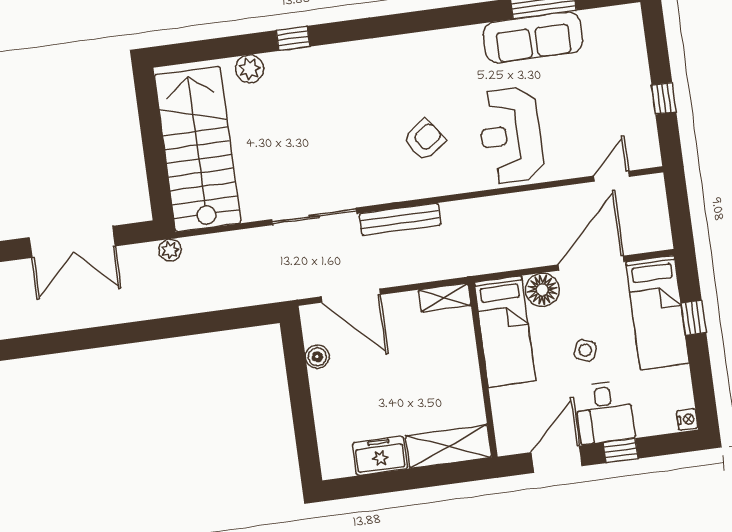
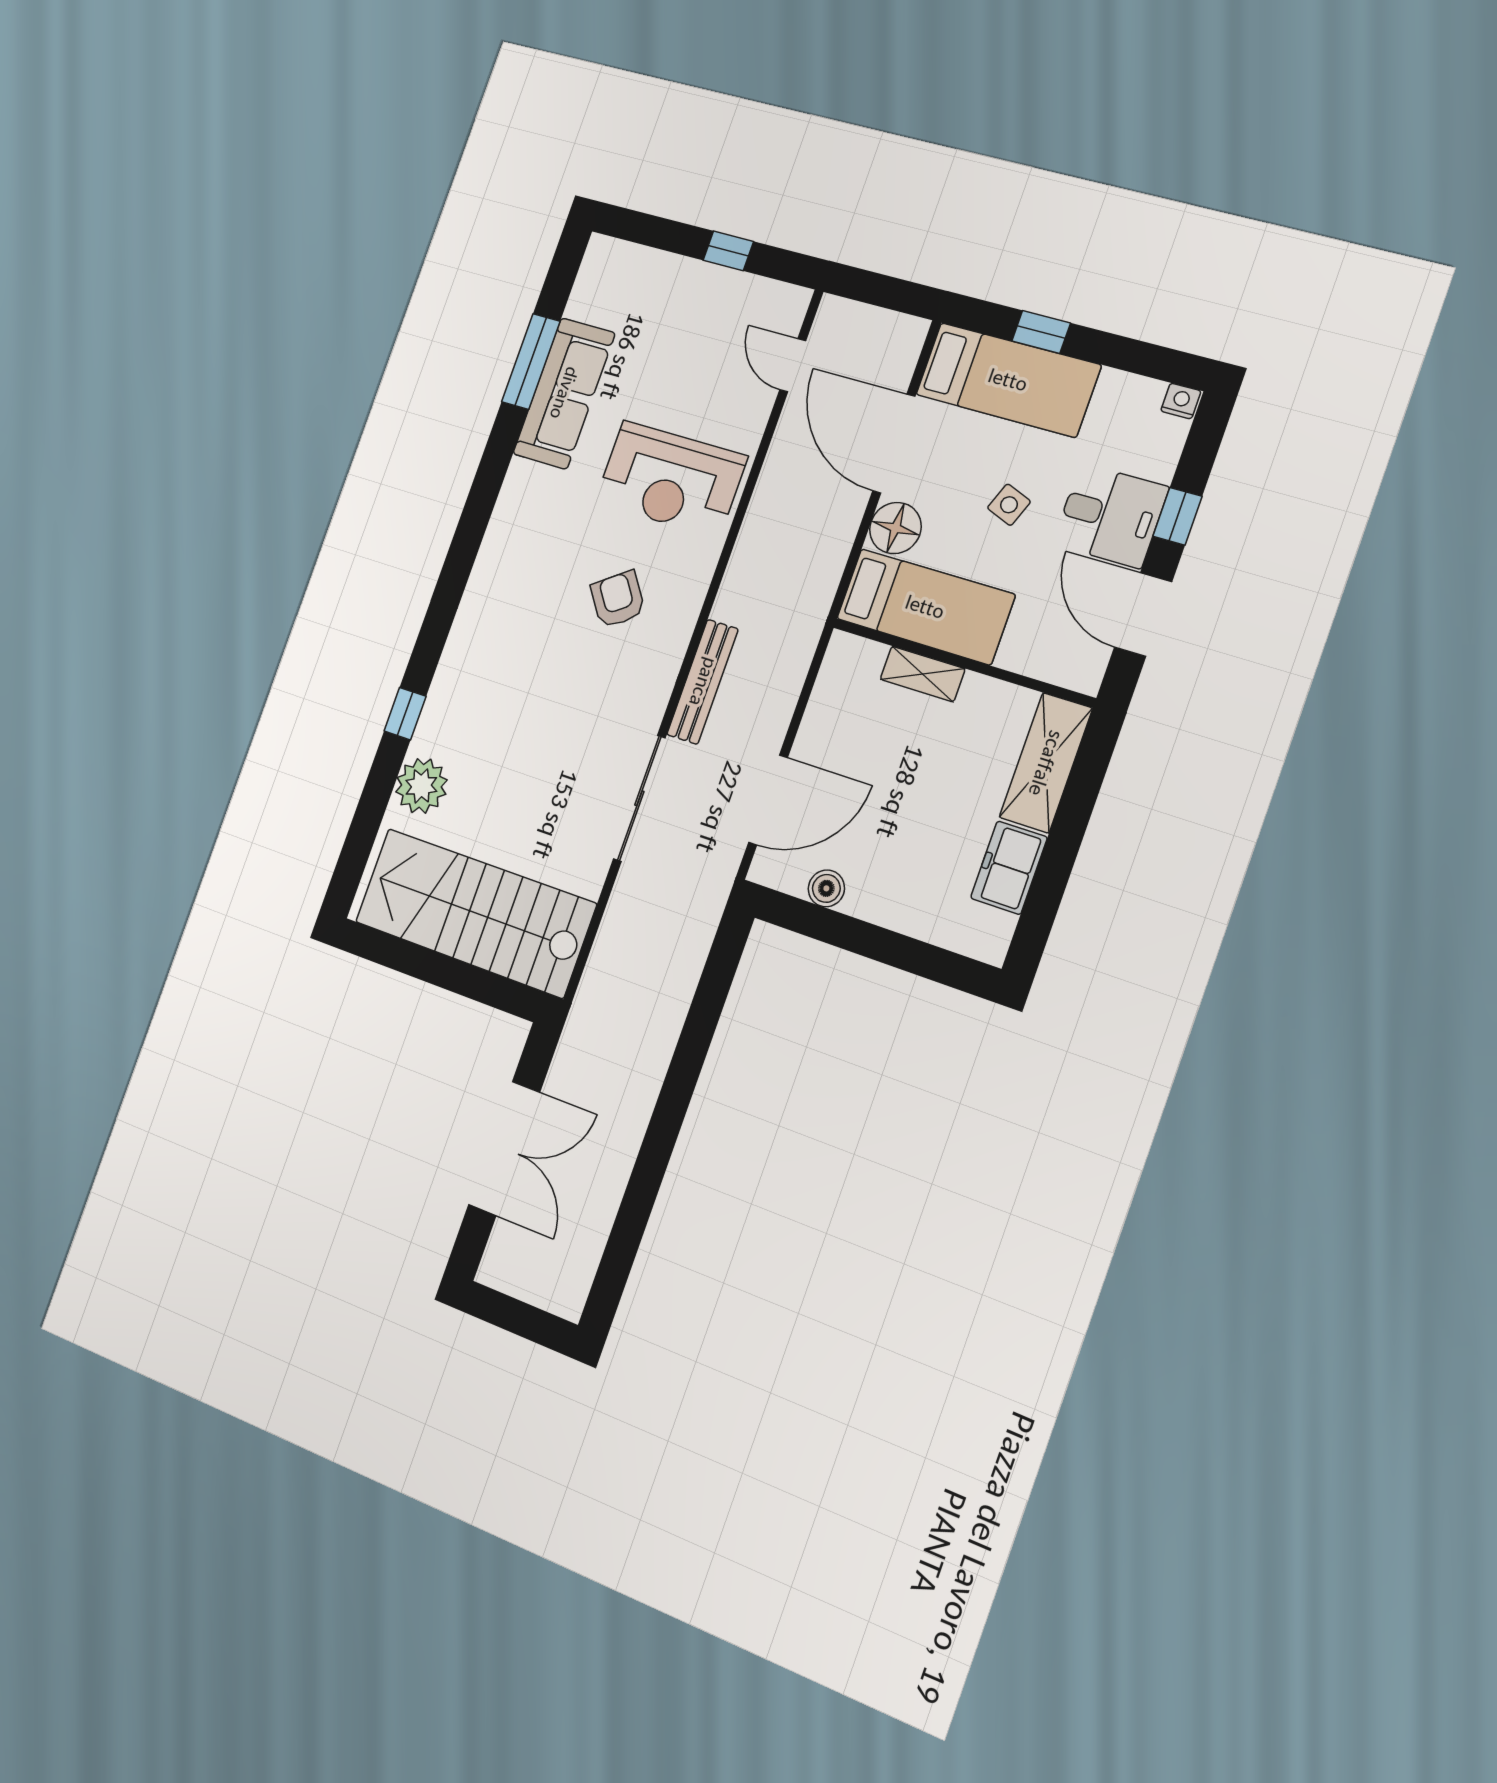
plant: (249, 69) -> (421, 786), width x1.36, depth x1.36
plant: (170, 250) -> (583, 1020), removed
shelving: (444, 298) -> (923, 674), moved, turned 90

